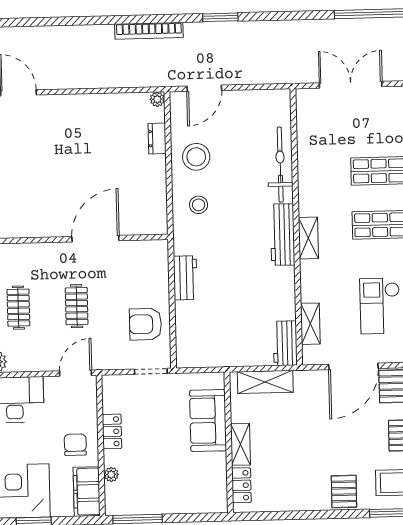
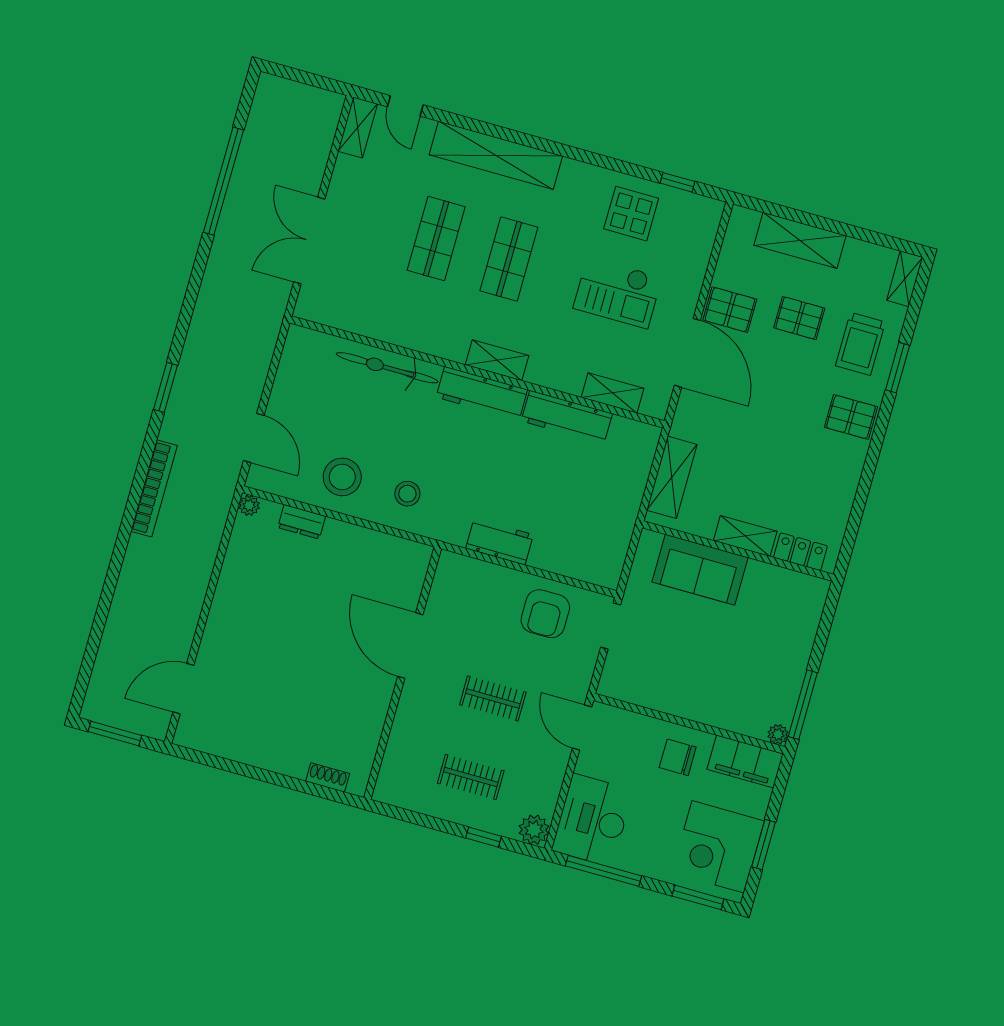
workbench: (285, 343) -> (567, 417), moved, width x1.38
locker: (112, 431) -> (675, 703), removed
plant: (111, 474) -> (778, 734), moved

